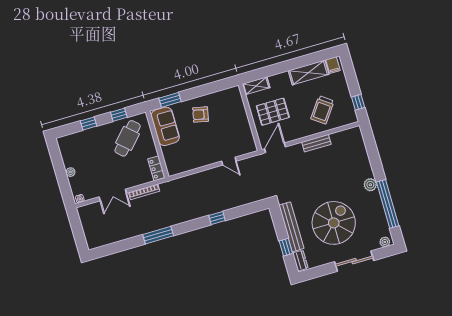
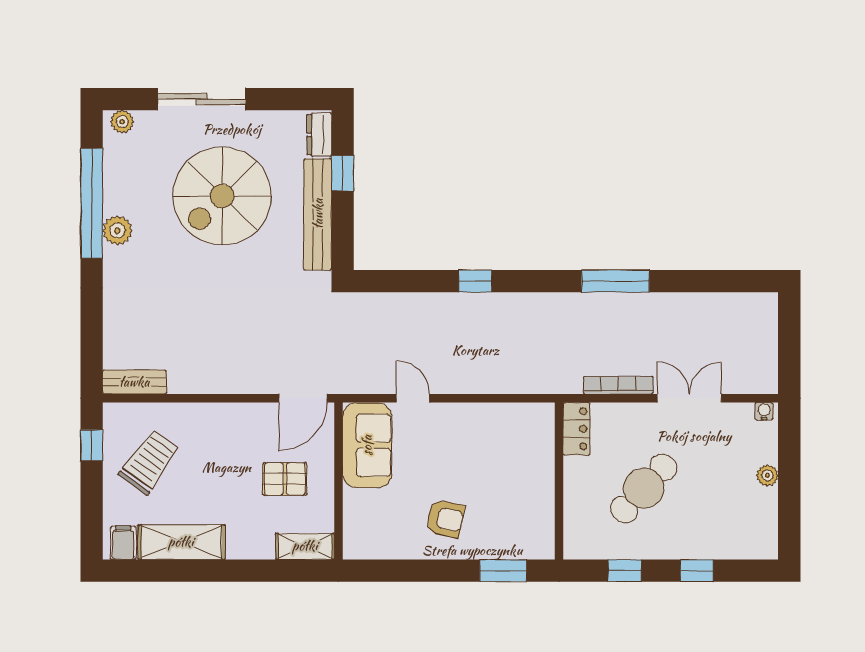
trolley: (322, 110) -> (149, 462), moved
pallet: (273, 112) -> (285, 479), width x0.67, depth x0.71
sofa: (165, 126) -> (367, 445), moved, turned 180
cafe table: (128, 138) -> (644, 488), moved
bench: (316, 143) -> (134, 382), moved
plant: (370, 185) -> (117, 230), moved

